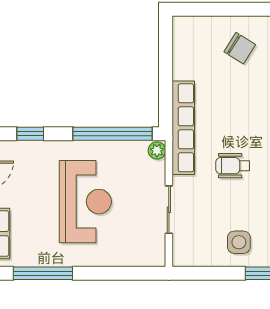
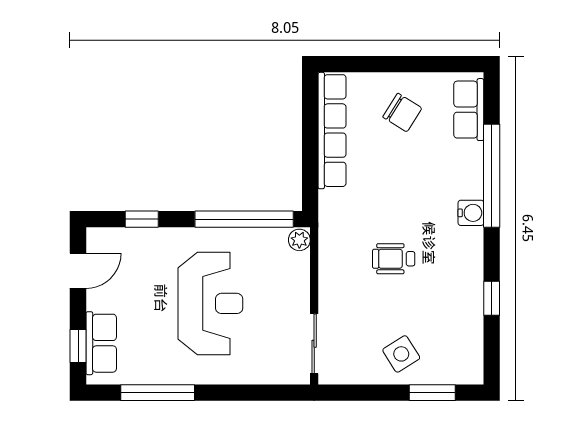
row of seats: (183, 128) -> (332, 131), moved
sliding door: (169, 210) -> (314, 344), moved
side table: (239, 242) -> (401, 354), turned -32

